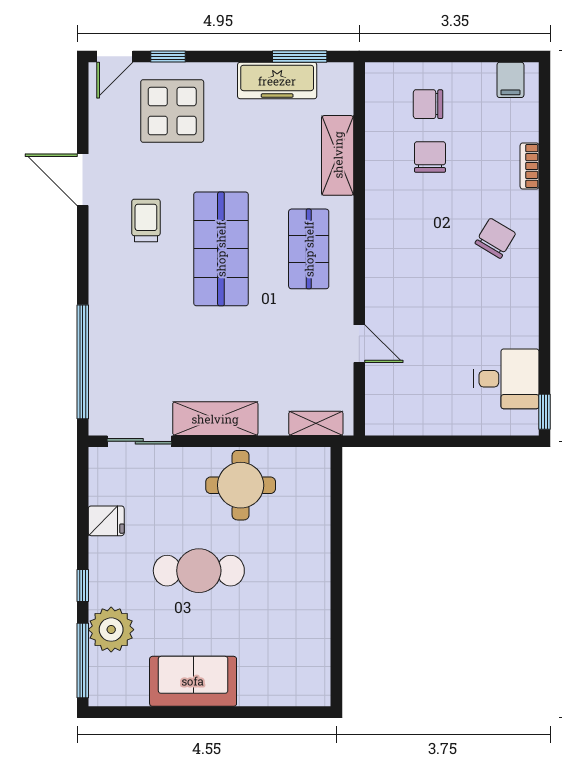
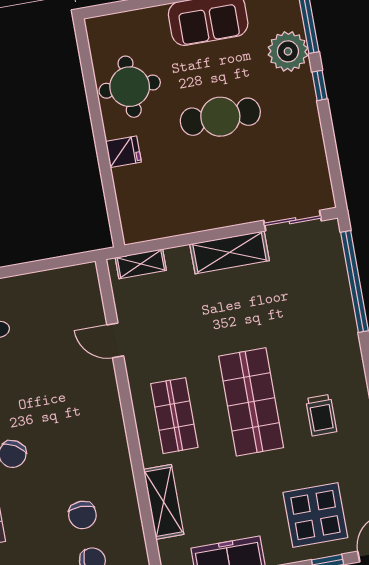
round table: (241, 485) -> (130, 87), moved
fridge: (106, 521) -> (123, 152), moved, turned 180

